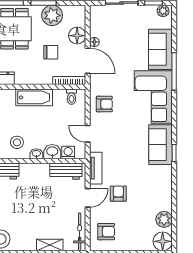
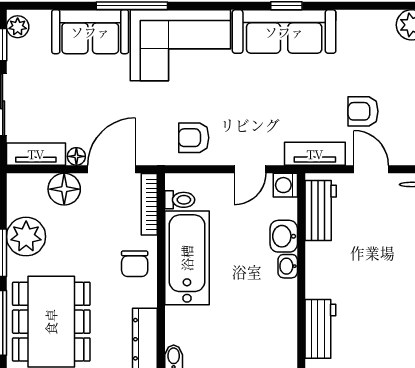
tv unit: (96, 21) -> (36, 154), added
chair: (51, 52) -> (135, 264), moved, turned 180
bathtub: (34, 97) -> (187, 258), width x1.36, depth x1.36
armchair: (104, 104) -> (194, 138), turned -90
stool: (17, 142) -> (266, 303), removed
sofa: (160, 145) -> (284, 32), width x1.36
washing machine: (68, 152) -> (285, 185), moved

